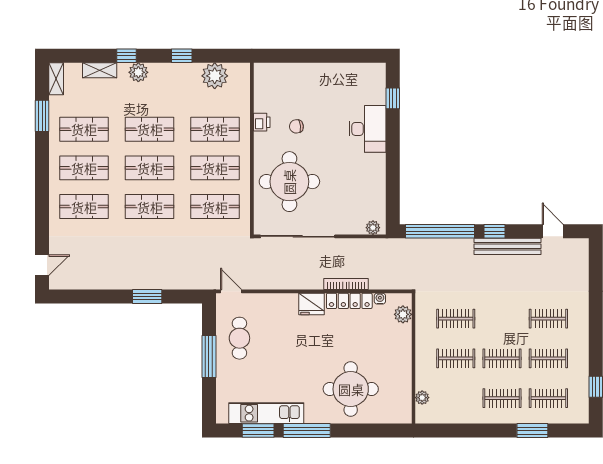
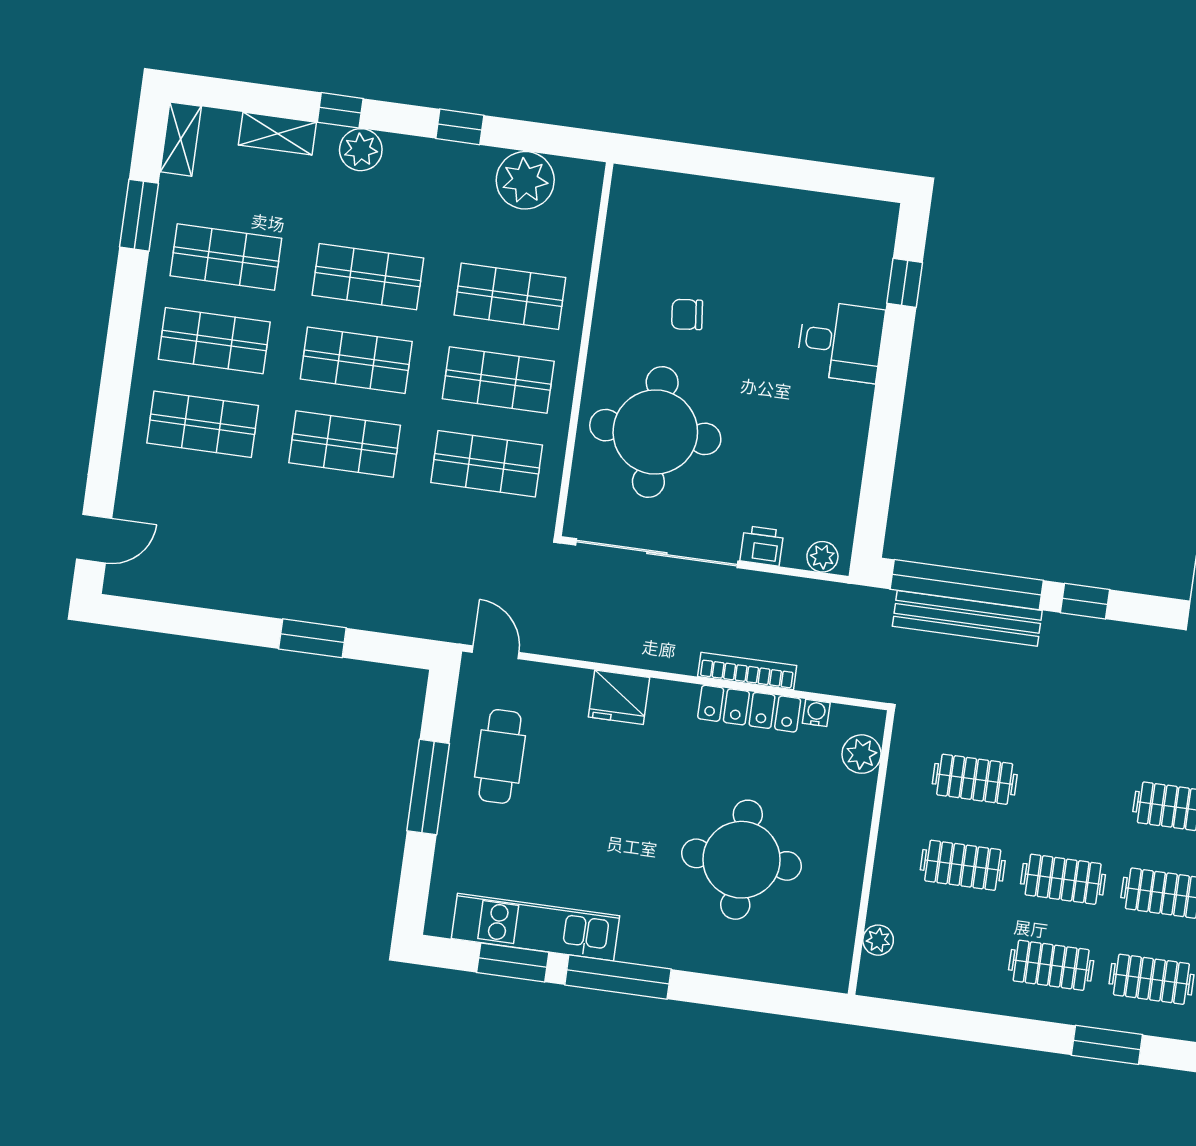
printer: (262, 122) -> (762, 546), moved, turned -90
desk: (368, 129) -> (840, 341), width x0.73
bench: (507, 246) -> (967, 618), moved
fridge: (312, 304) -> (619, 697), moved
round table: (351, 389) -> (742, 860), moved

